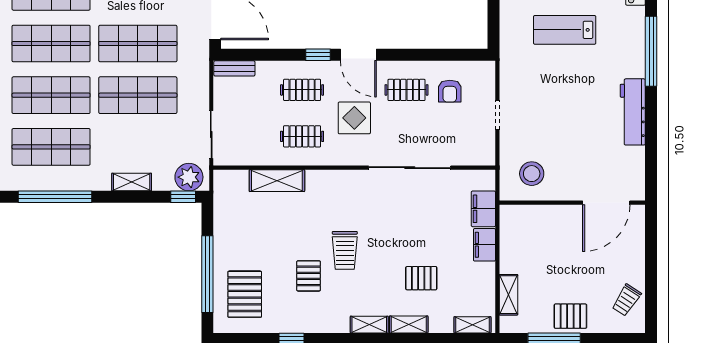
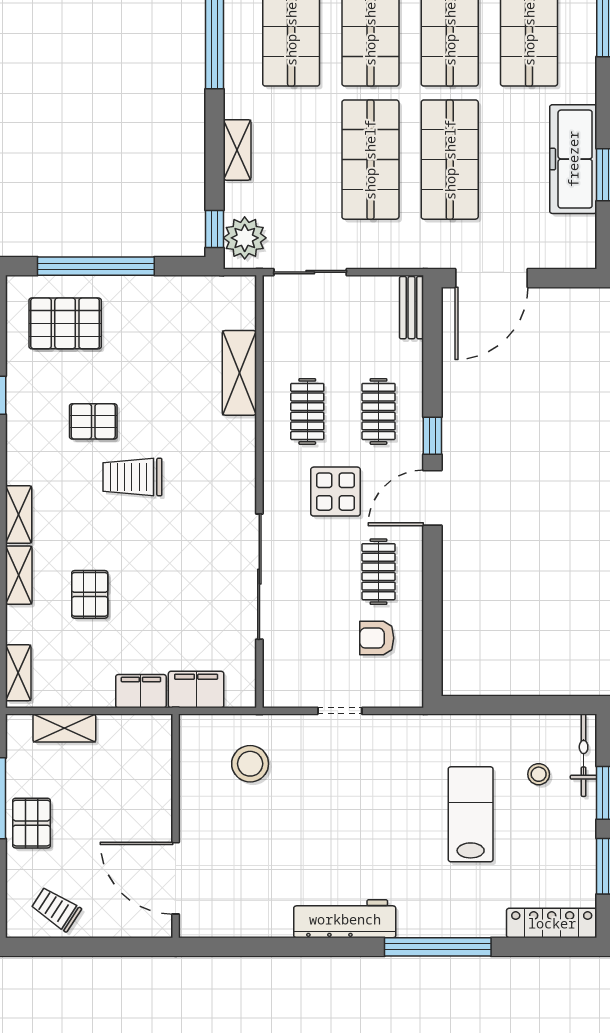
wall: (572, 203) -> (176, 826), moved
door: (606, 203) -> (176, 878), moved

